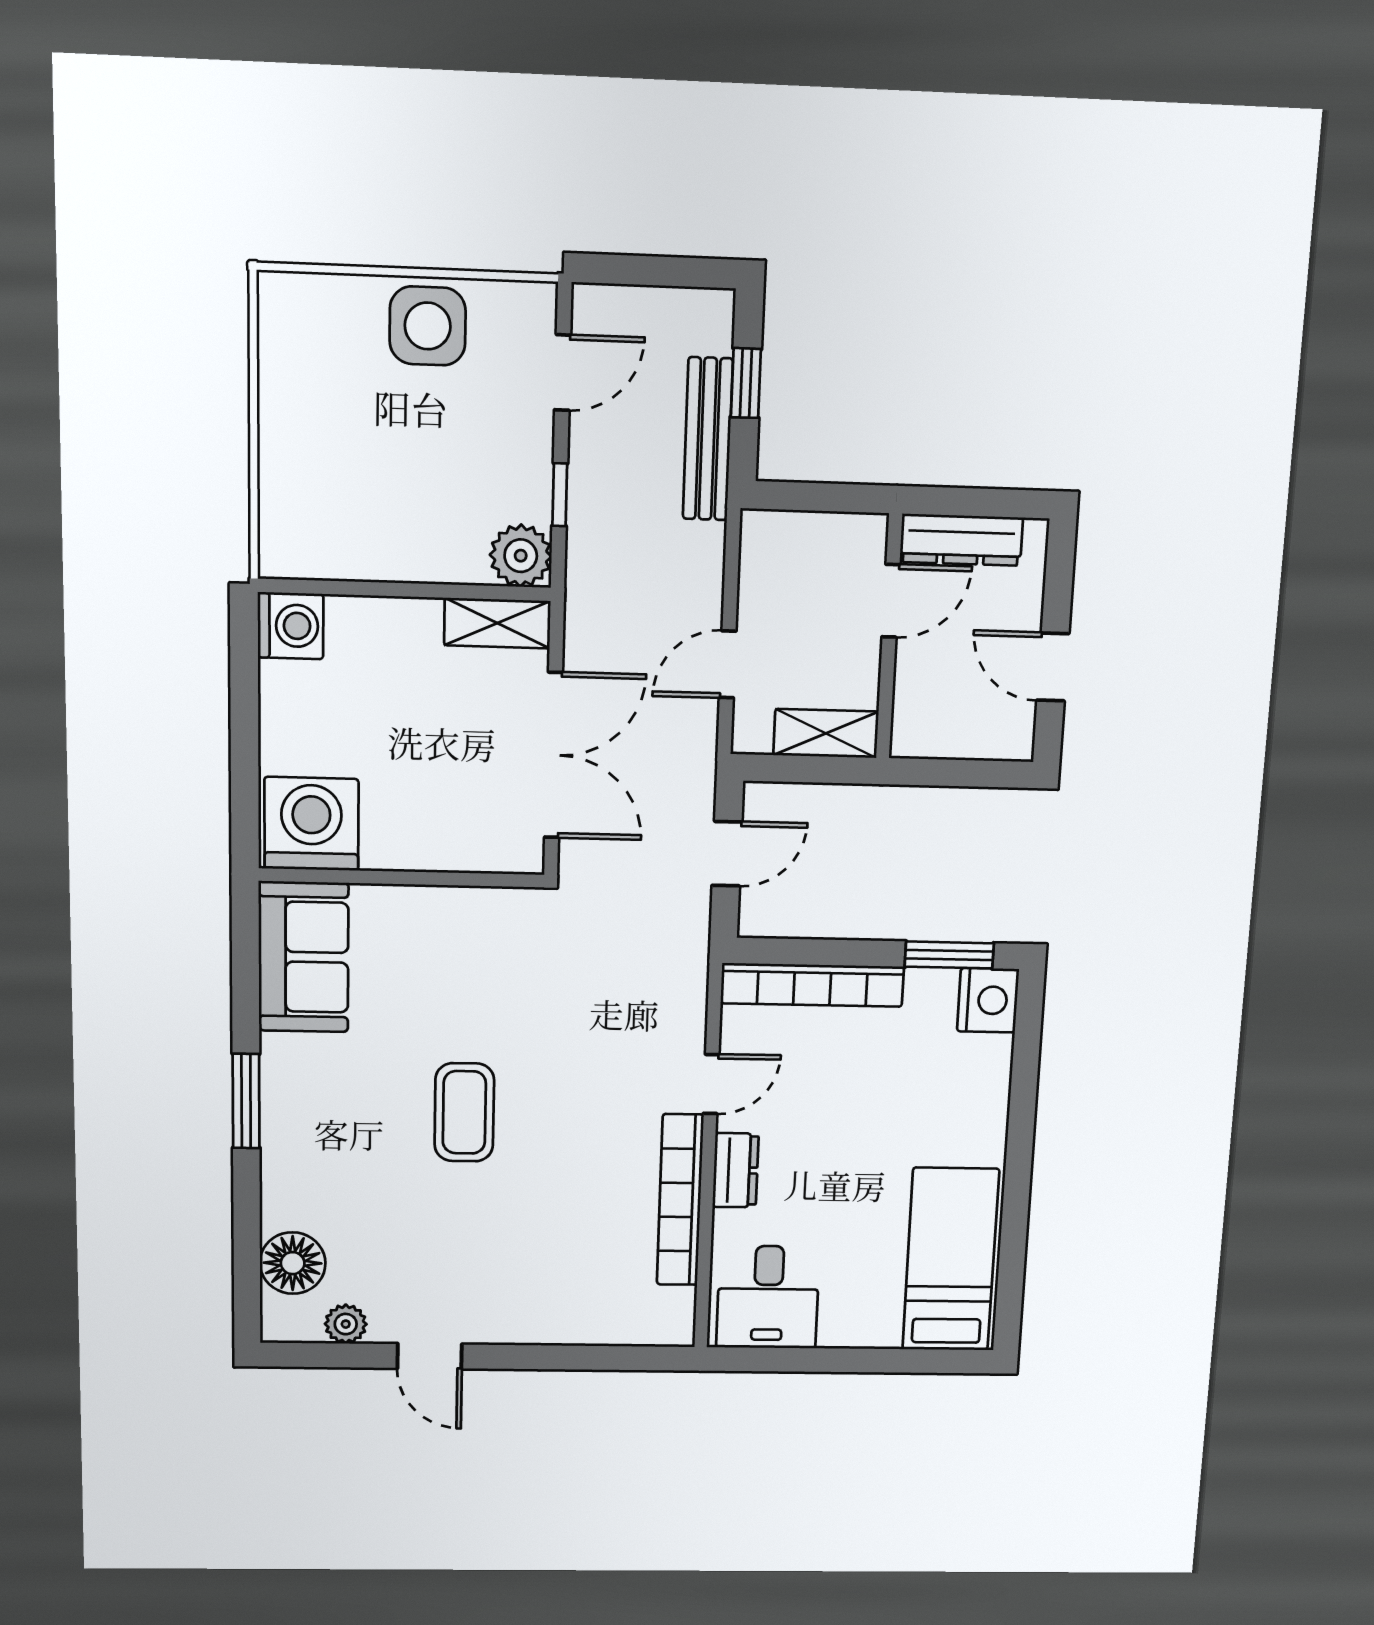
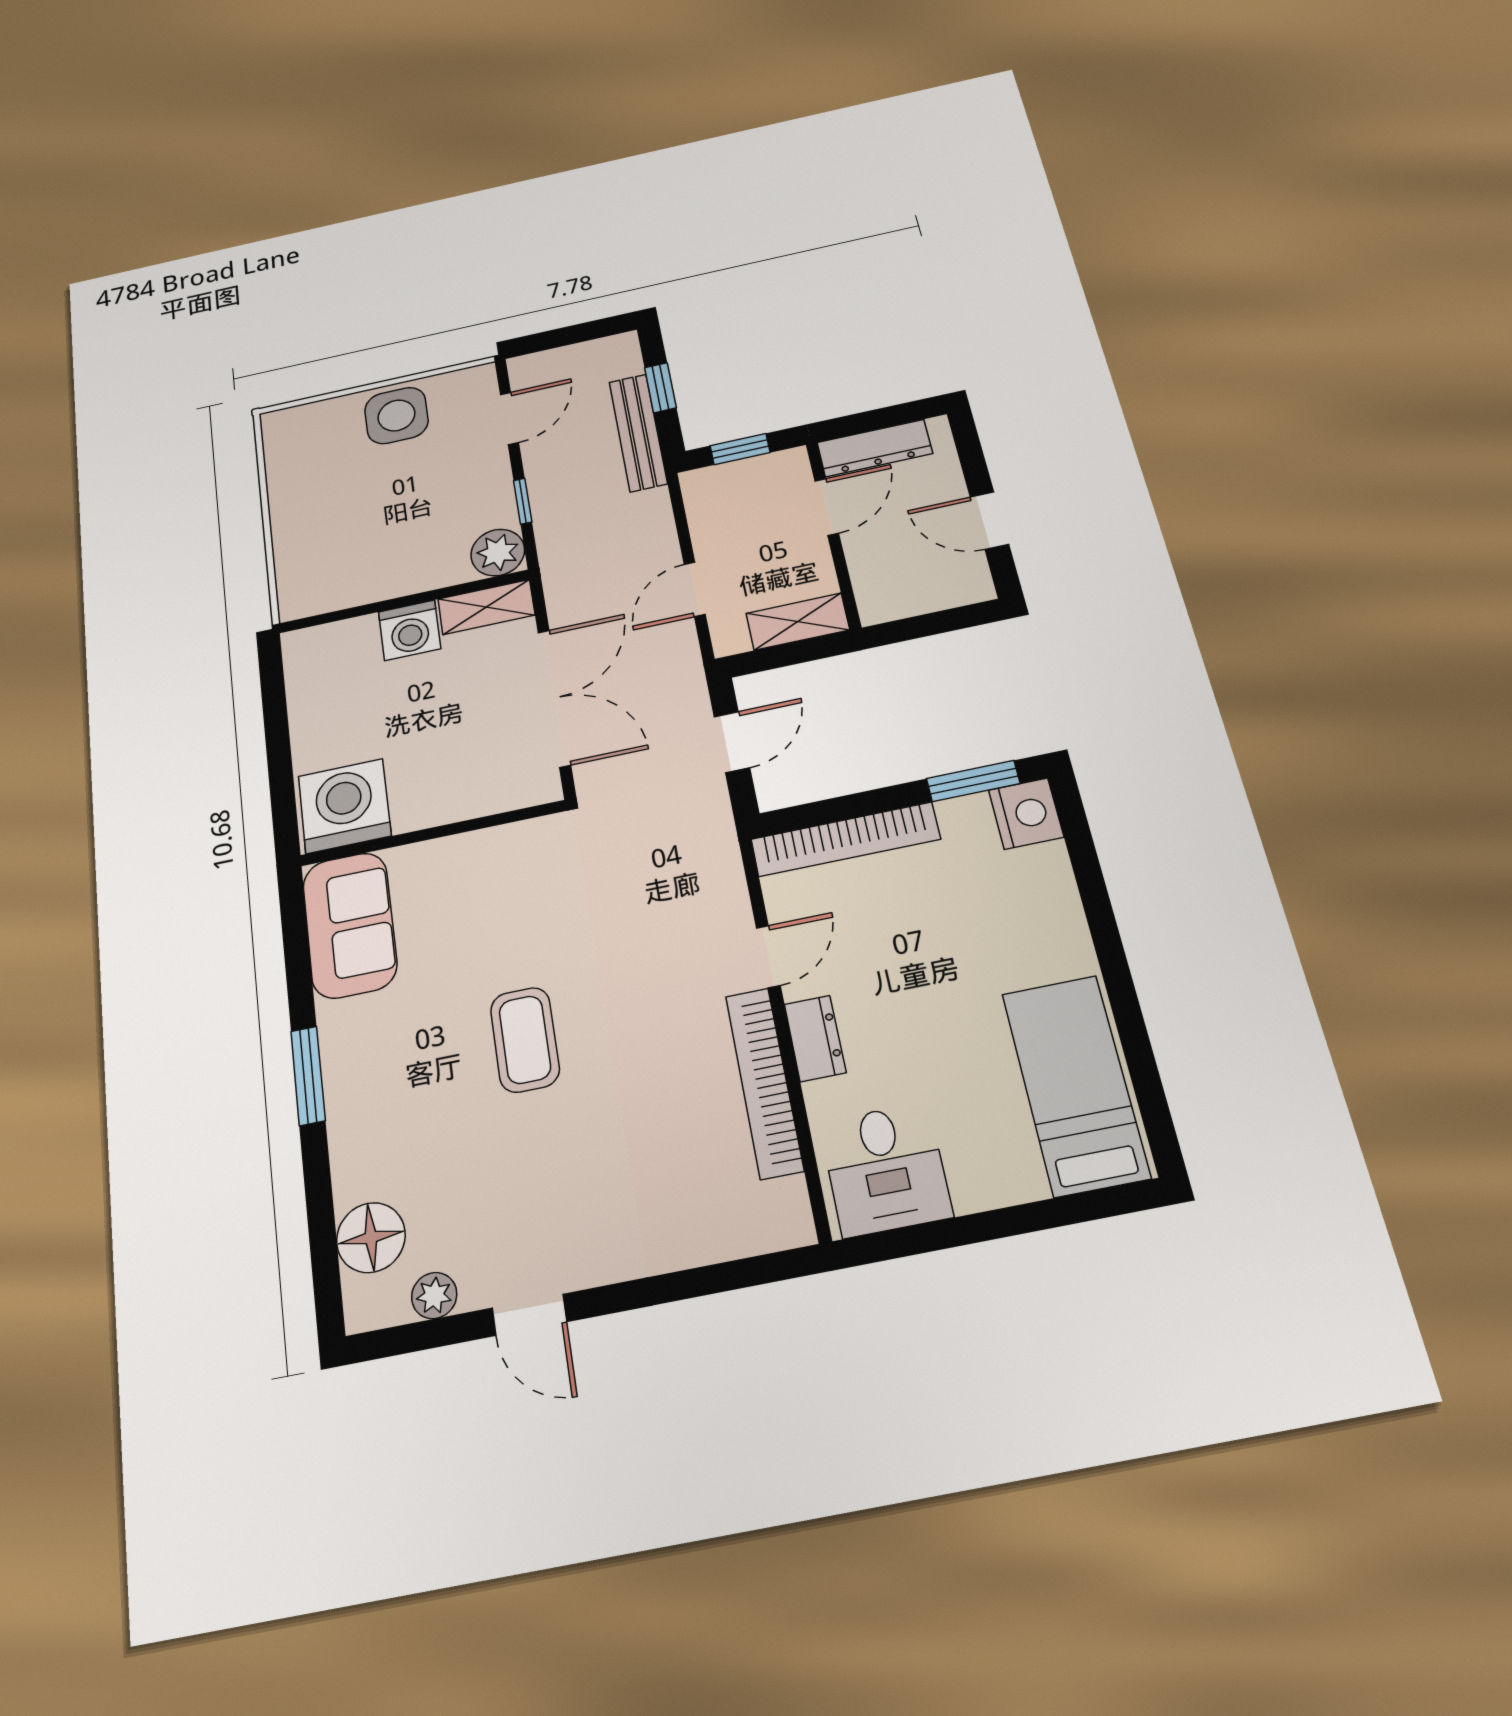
window: (816, 497) -> (740, 449), added
washing machine: (290, 626) -> (410, 630), moved, turned 90

